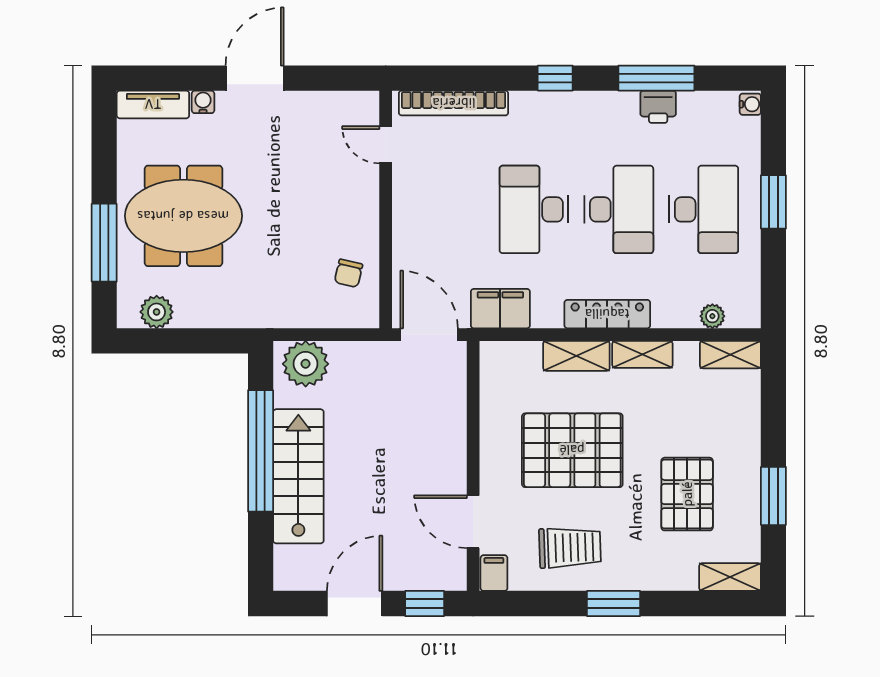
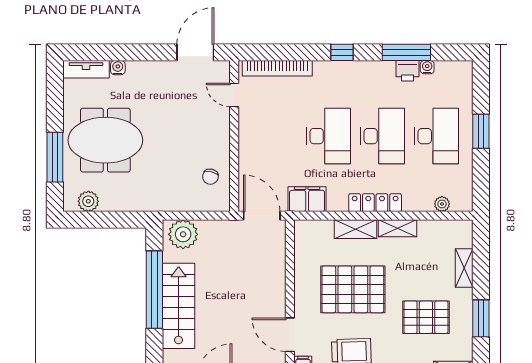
door: (255, 78) -> (195, 52), moved
water cooler: (750, 104) -> (427, 67), moved, turned -90
desk: (534, 209) -> (328, 136), turned 180
shelving: (730, 355) -> (464, 268), moved, turned 90
pallet: (687, 494) -> (426, 317), turned 90

